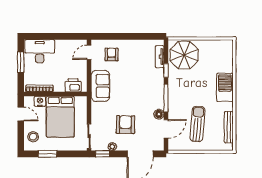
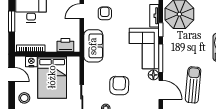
corner sofa: (150, 89) -> (144, 48), added
door: (166, 129) -> (161, 90), hinge flipped

